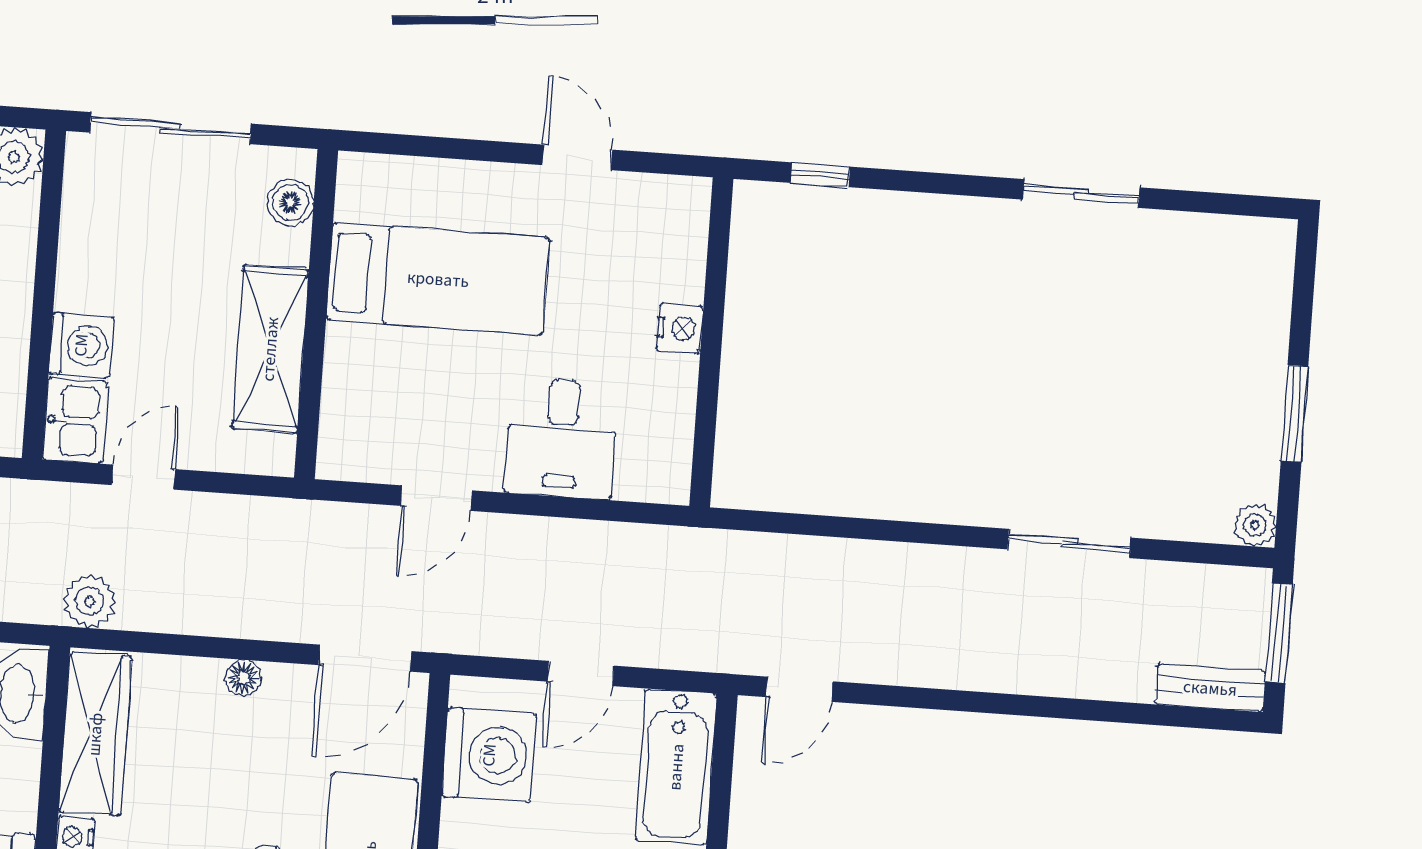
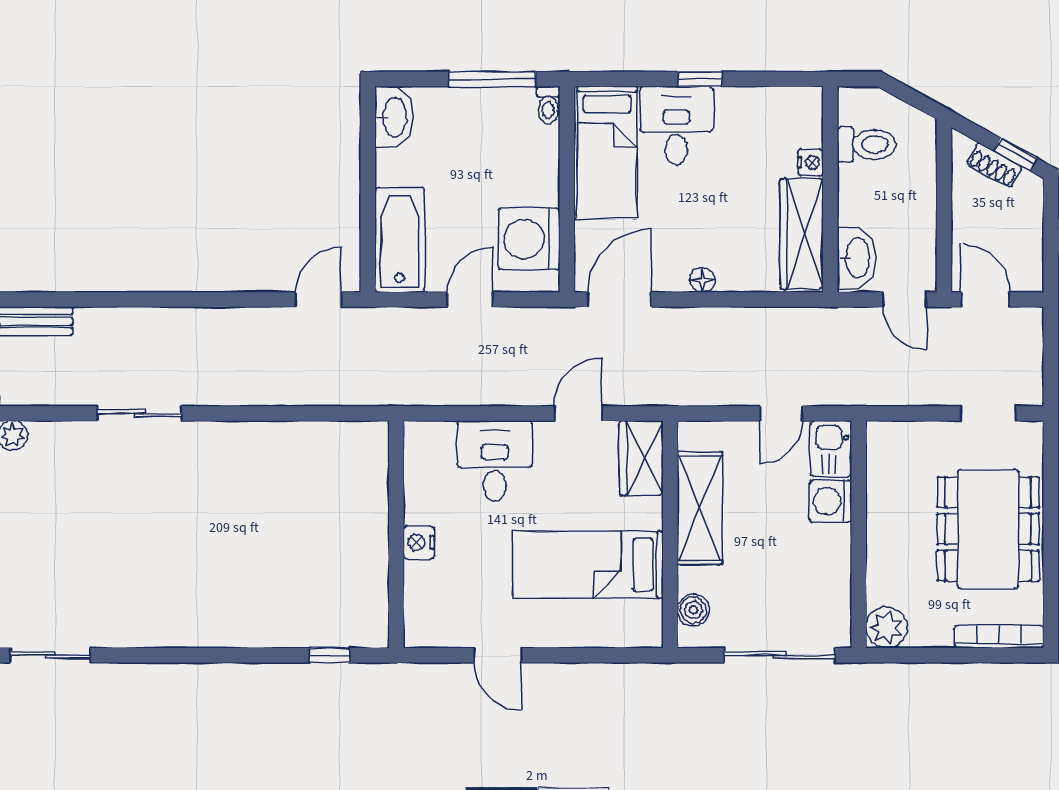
sliding door: (1081, 193) -> (50, 655), moved
wardrobe: (350, 427) -> (641, 458), added
plant: (89, 601) -> (812, 325), removed

